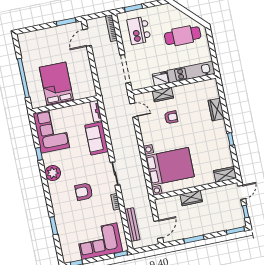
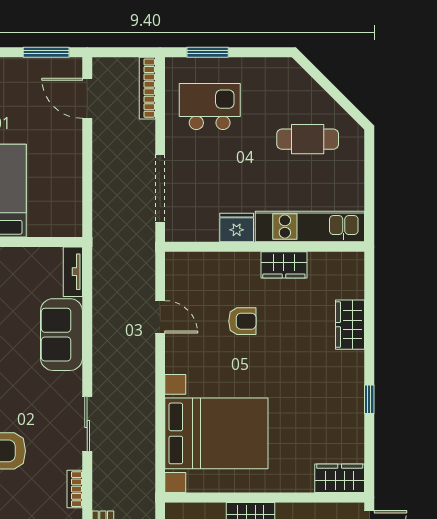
kitchen island: (139, 30) -> (210, 107), turned 90
cafe table: (183, 36) -> (308, 139), width x0.73, depth x0.74
door: (87, 38) -> (87, 98), hinge flipped
wardrobe: (163, 94) -> (284, 265), moved
door: (134, 110) -> (160, 317), moved

